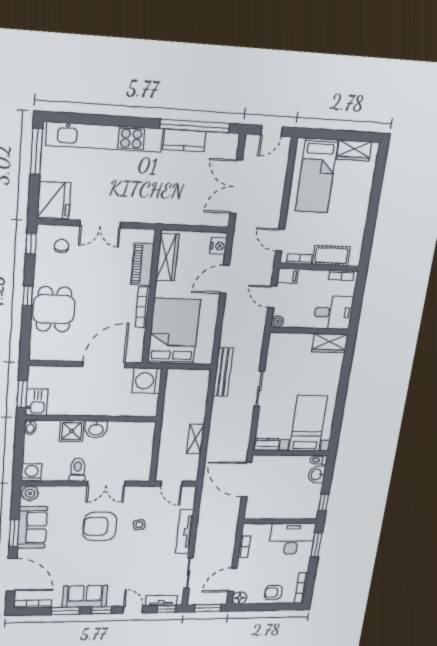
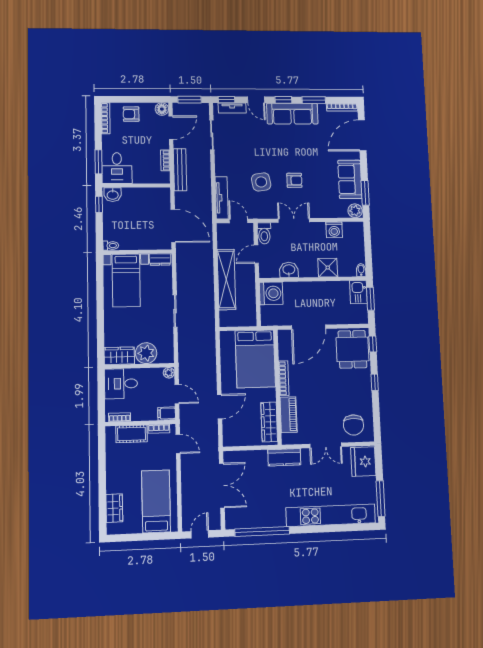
kitchen counter: (184, 140) -> (284, 457), moved, turned 180
wardrobe: (354, 150) -> (114, 508), moved, turned 90
double door: (100, 224) -> (326, 445), swing flipped
window: (31, 244) -> (373, 344), moved
chair: (61, 246) -> (353, 425), width x1.87, depth x1.87
nightstand: (218, 246) -> (229, 435), removed
dining table: (54, 309) -> (352, 349), moved
plant: (300, 344) -> (146, 353), added
bench: (223, 372) -> (180, 170), moved
washing machine: (147, 381) -> (271, 293), moved
washbasin: (96, 429) -> (289, 270), moved
shelving: (195, 439) -> (226, 279), width x2.20, depth x1.33
door: (156, 448) -> (256, 254), added
toilet: (78, 470) -> (264, 233), moved
washing machine: (32, 472) -> (334, 230), moved
washbasin: (317, 475) -> (113, 195), moved, turned 90
side table: (139, 525) -> (261, 182), width x1.87, depth x1.87
armchair: (100, 526) -> (294, 180), width x0.53, depth x0.53
tv unit: (185, 532) -> (222, 198), moved
window: (14, 533) -> (365, 193), moved
desk: (292, 539) -> (117, 168), width x0.73
door: (12, 575) -> (362, 135), hinge flipped
armchair: (273, 592) -> (131, 114), turned 180
sofa: (85, 596) -> (292, 114), width x1.36

